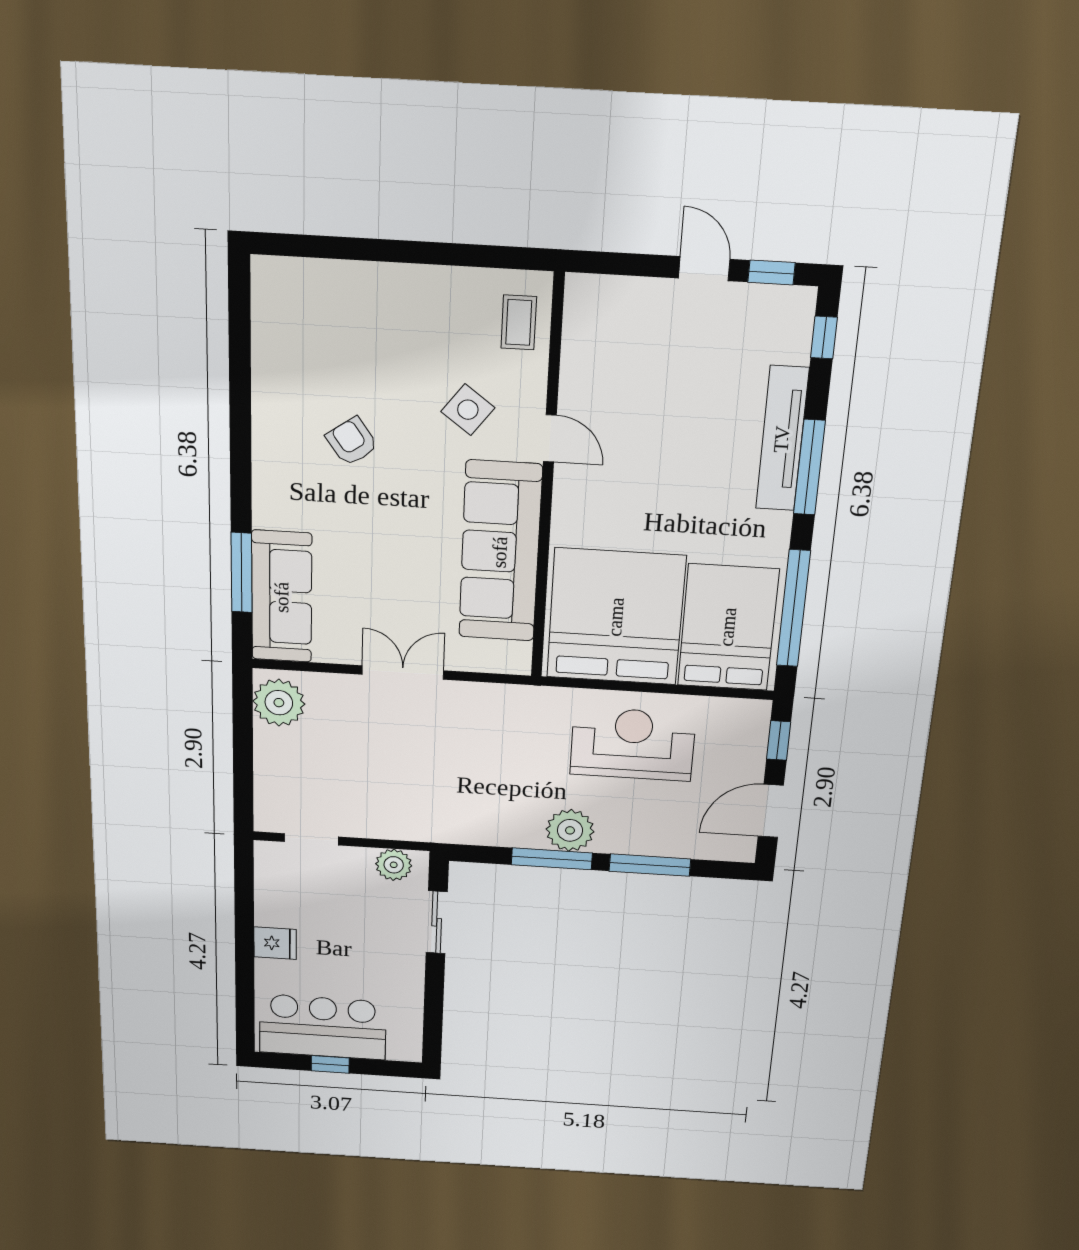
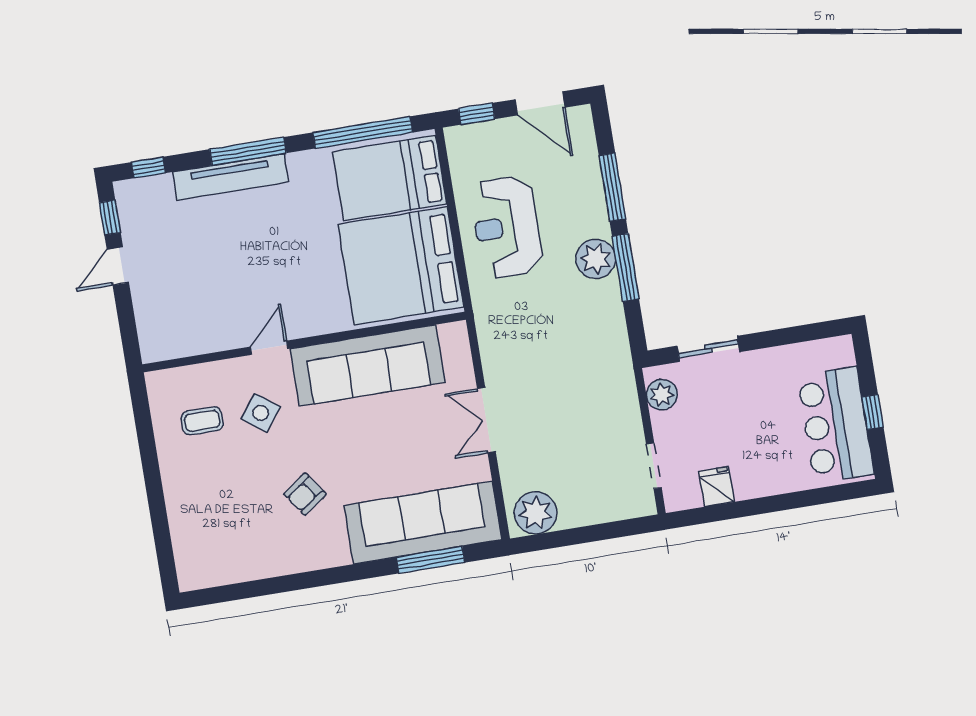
coffee table: (519, 322) -> (202, 421), moved
sofa: (282, 597) -> (423, 523), width x1.36, depth x1.27
fridge: (275, 943) -> (717, 486), moved

